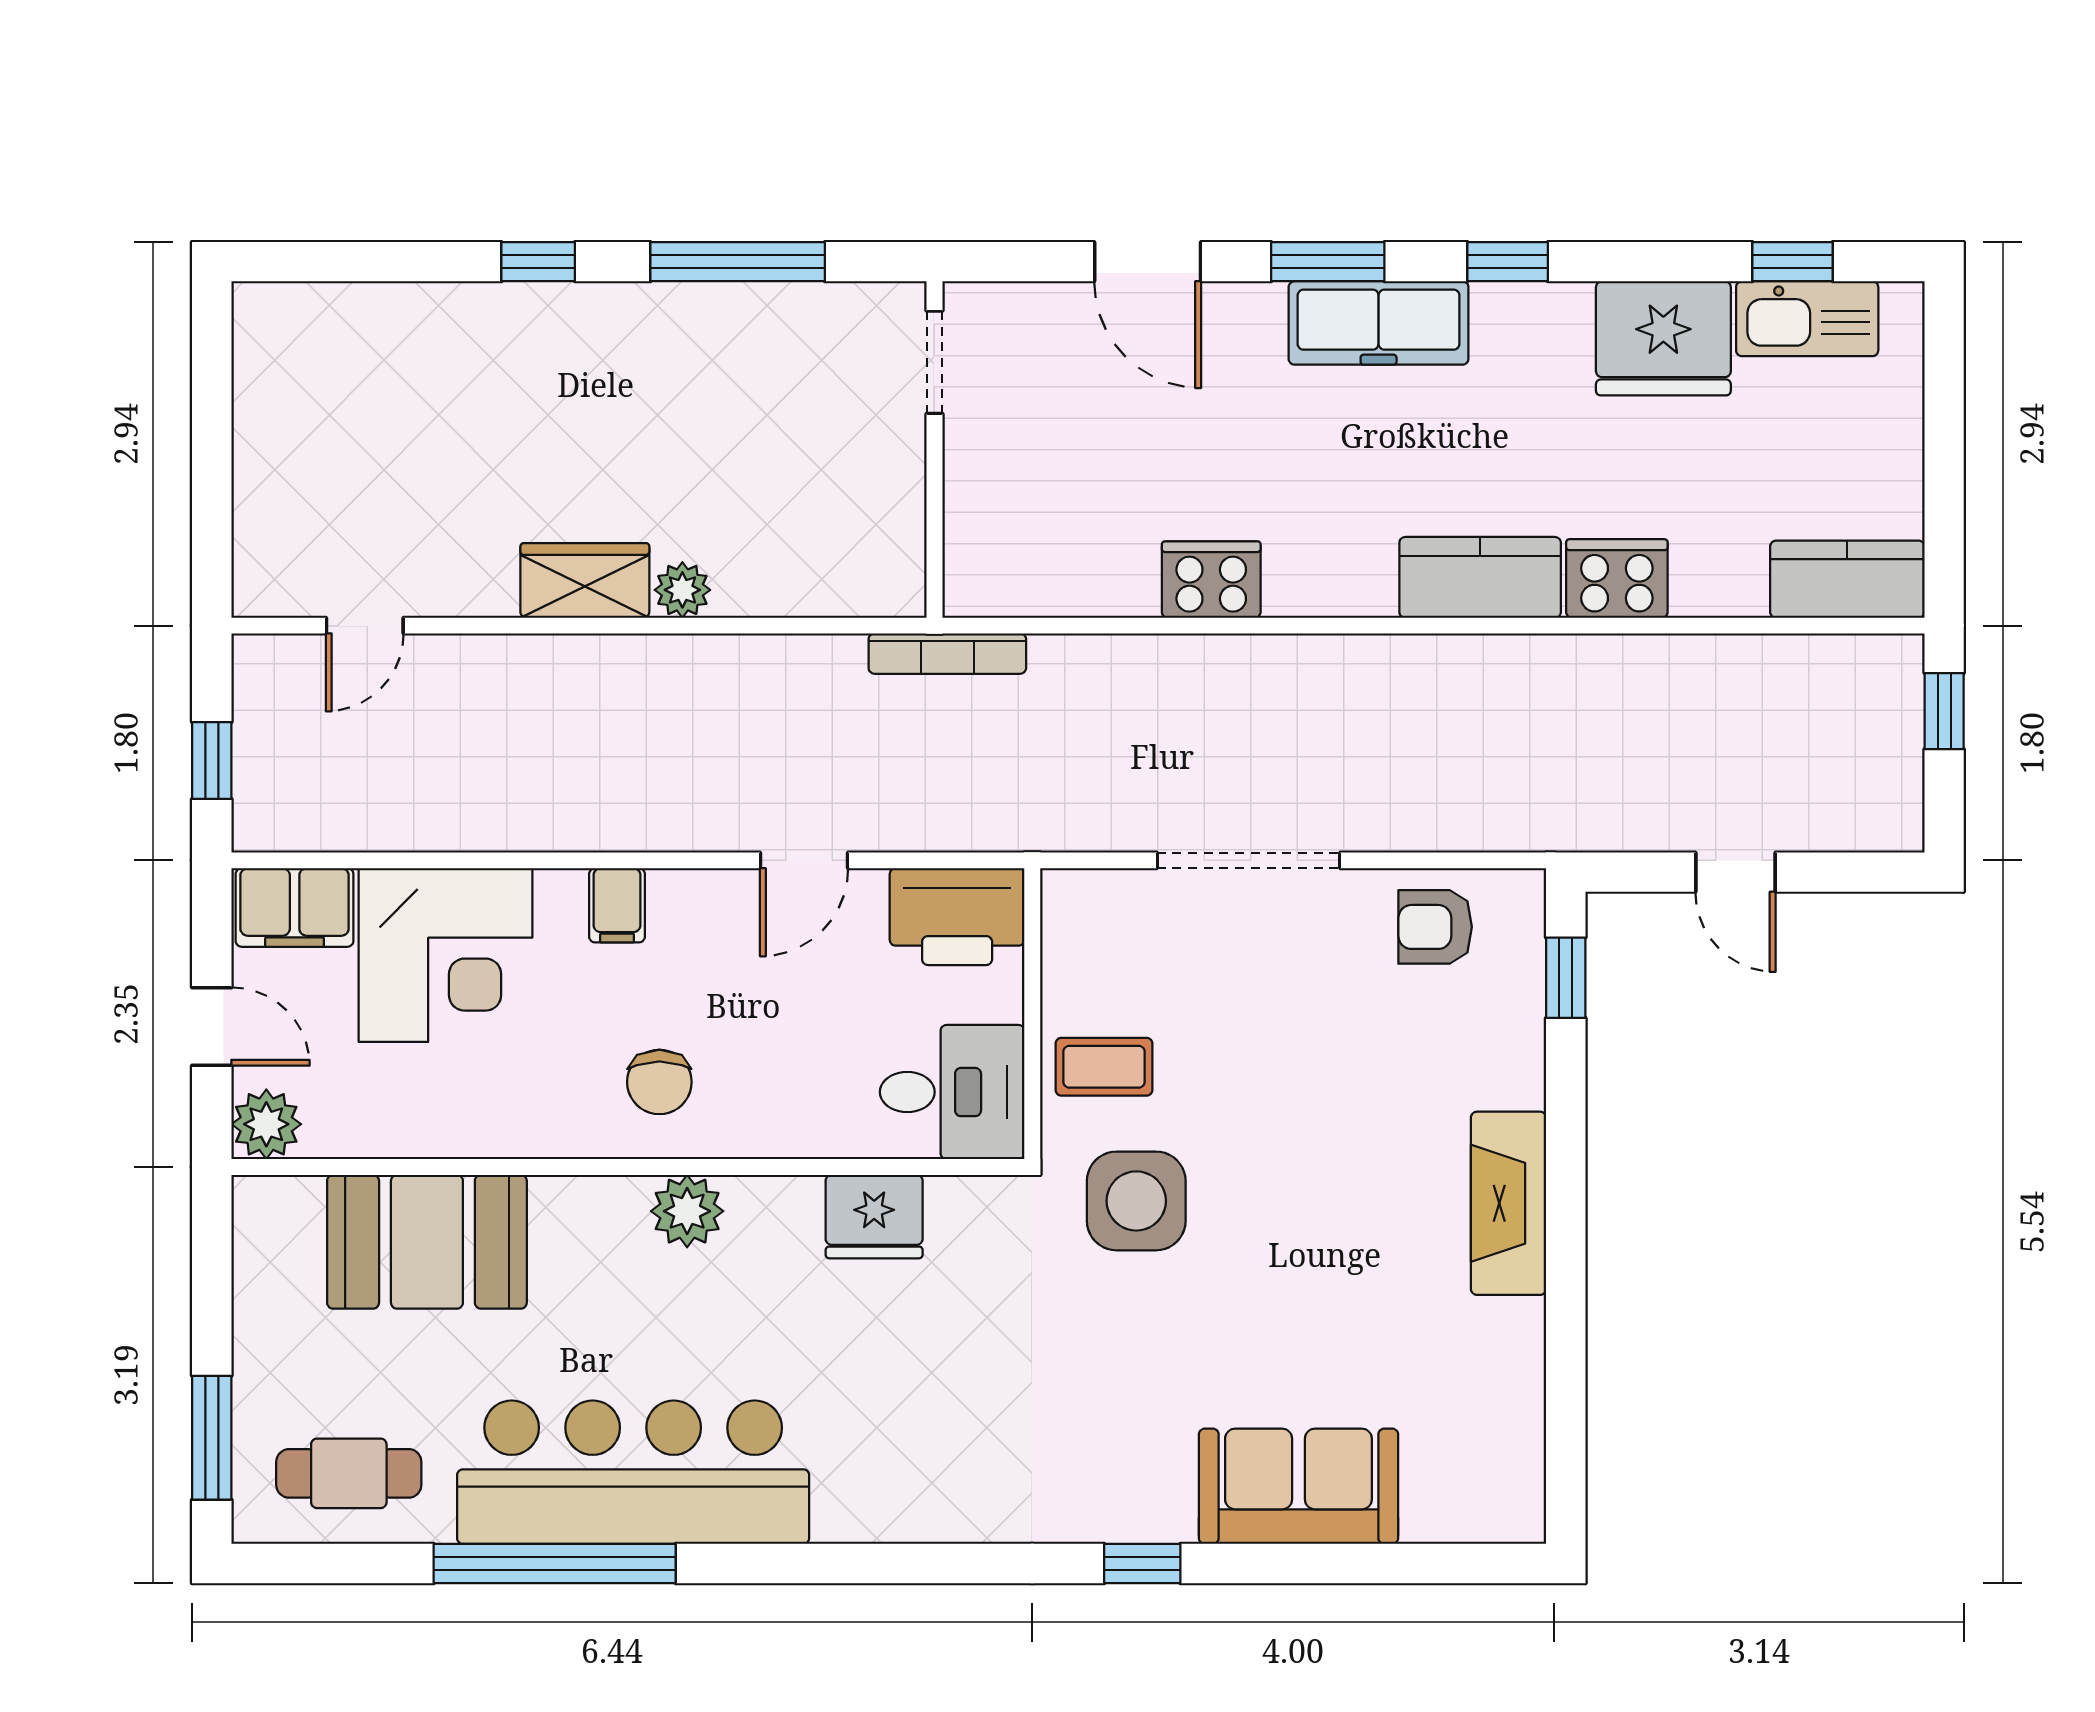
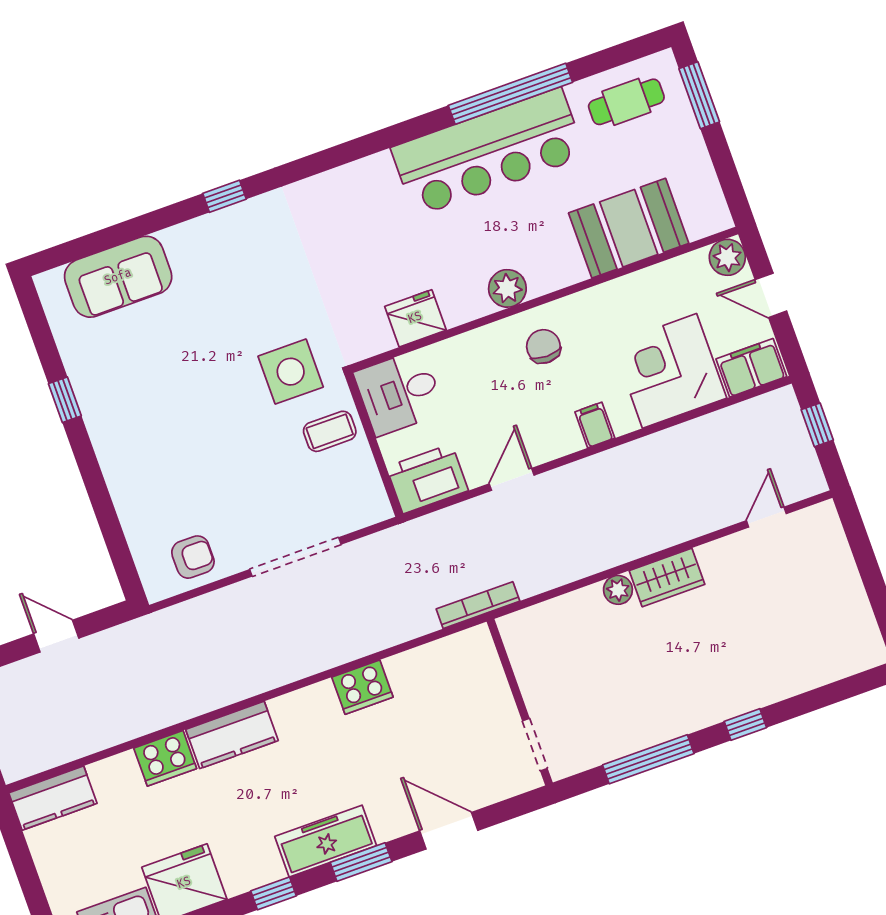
window: (1566, 978) -> (65, 400), moved
fireplace: (1509, 1203) -> (109, 435), removed
sofa: (1298, 1486) -> (118, 277), moved

